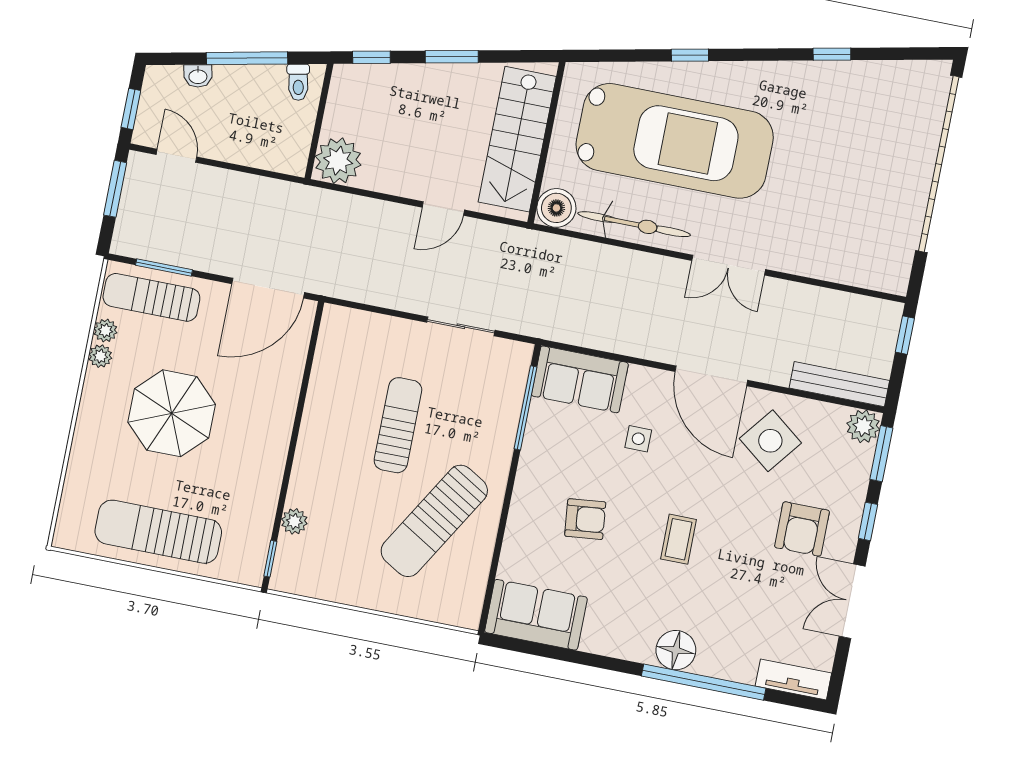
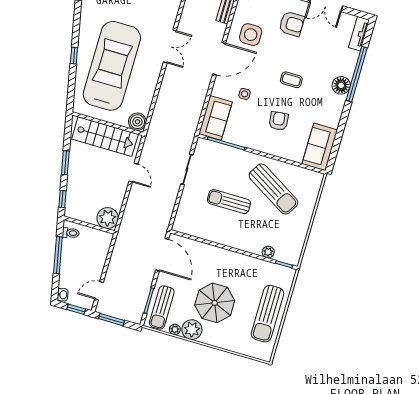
washbasin: (198, 76) -> (63, 295), moved
bicycle: (634, 224) -> (148, 87), removed
plant: (100, 356) -> (192, 330), width x1.88, depth x1.88
side table: (770, 441) -> (251, 35), turned -38

